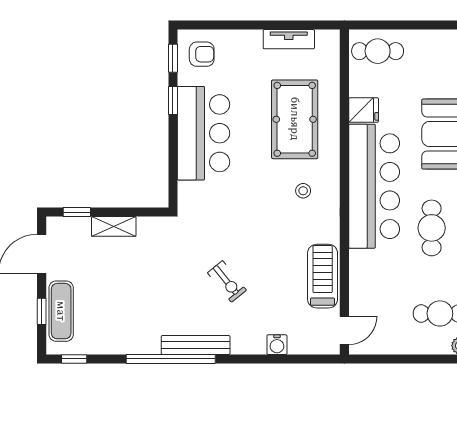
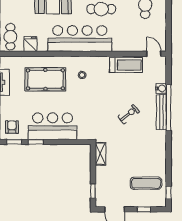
fridge: (364, 110) -> (30, 44), moved
shelving: (114, 226) -> (100, 154), moved
treadmill: (323, 276) -> (126, 65), turned 180
exercise mat: (61, 311) -> (146, 183), moved
bench: (196, 345) -> (161, 112), moved
window: (171, 359) -> (169, 108), moved

